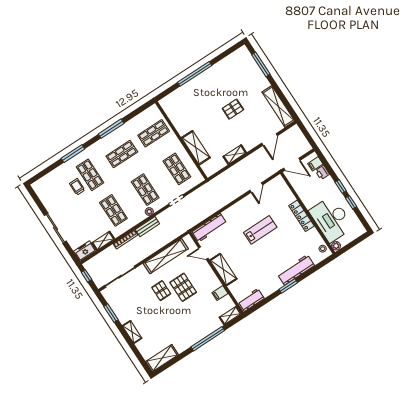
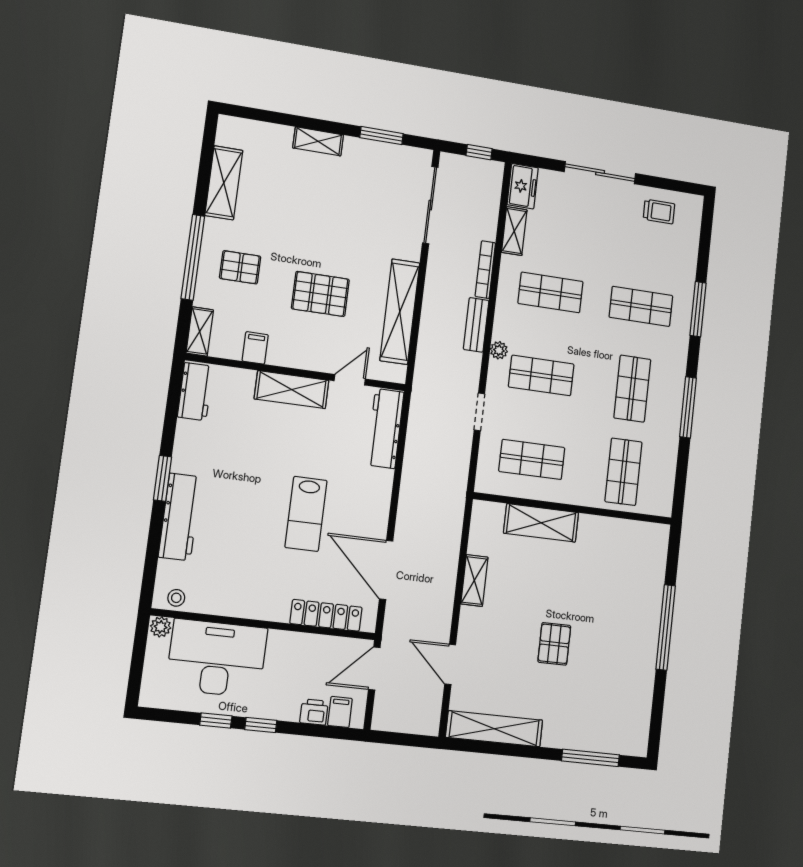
trolley: (77, 187) -> (659, 212), moved
door: (256, 188) -> (386, 570), width x1.88
locker: (301, 216) -> (326, 615), moved
pallet: (161, 291) -> (240, 267), moved
shelving: (162, 358) -> (224, 183), moved

